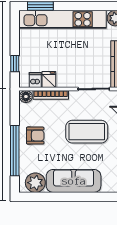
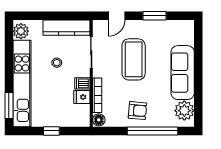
stool: (84, 54) -> (57, 63), added
window: (15, 64) -> (51, 131), moved
dishwasher: (35, 80) -> (82, 83), moved
armchair: (35, 136) -> (137, 111), turned 95

